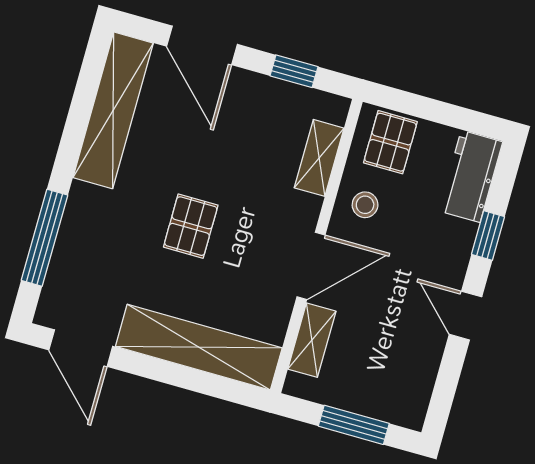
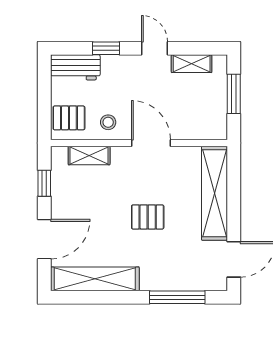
door: (465, 316) -> (155, 48), swing flipped
shelving: (312, 340) -> (192, 64), moved

